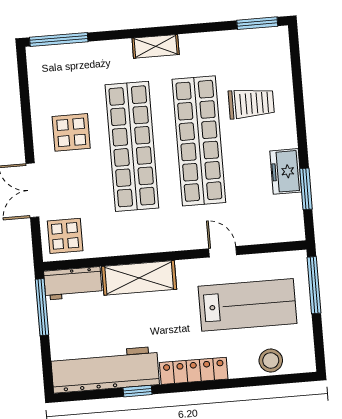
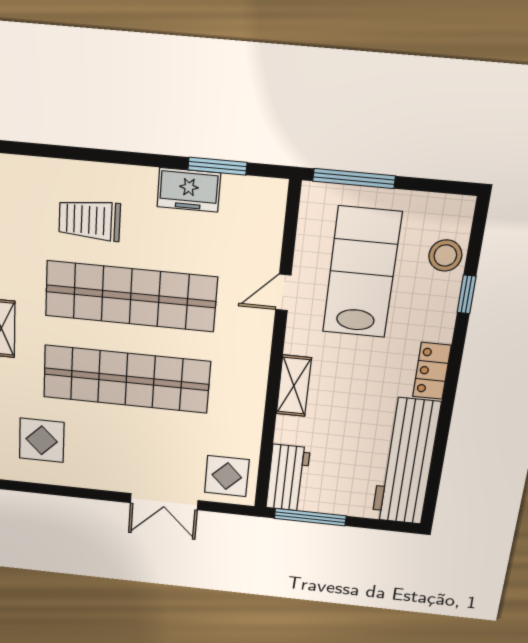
trolley: (251, 103) -> (90, 220), turned -90
display table: (71, 132) -> (42, 440), moved
shelving: (139, 278) -> (294, 386), width x0.67, depth x0.75
locker: (194, 371) -> (432, 371), width x0.66
window: (137, 391) -> (467, 294), moved

